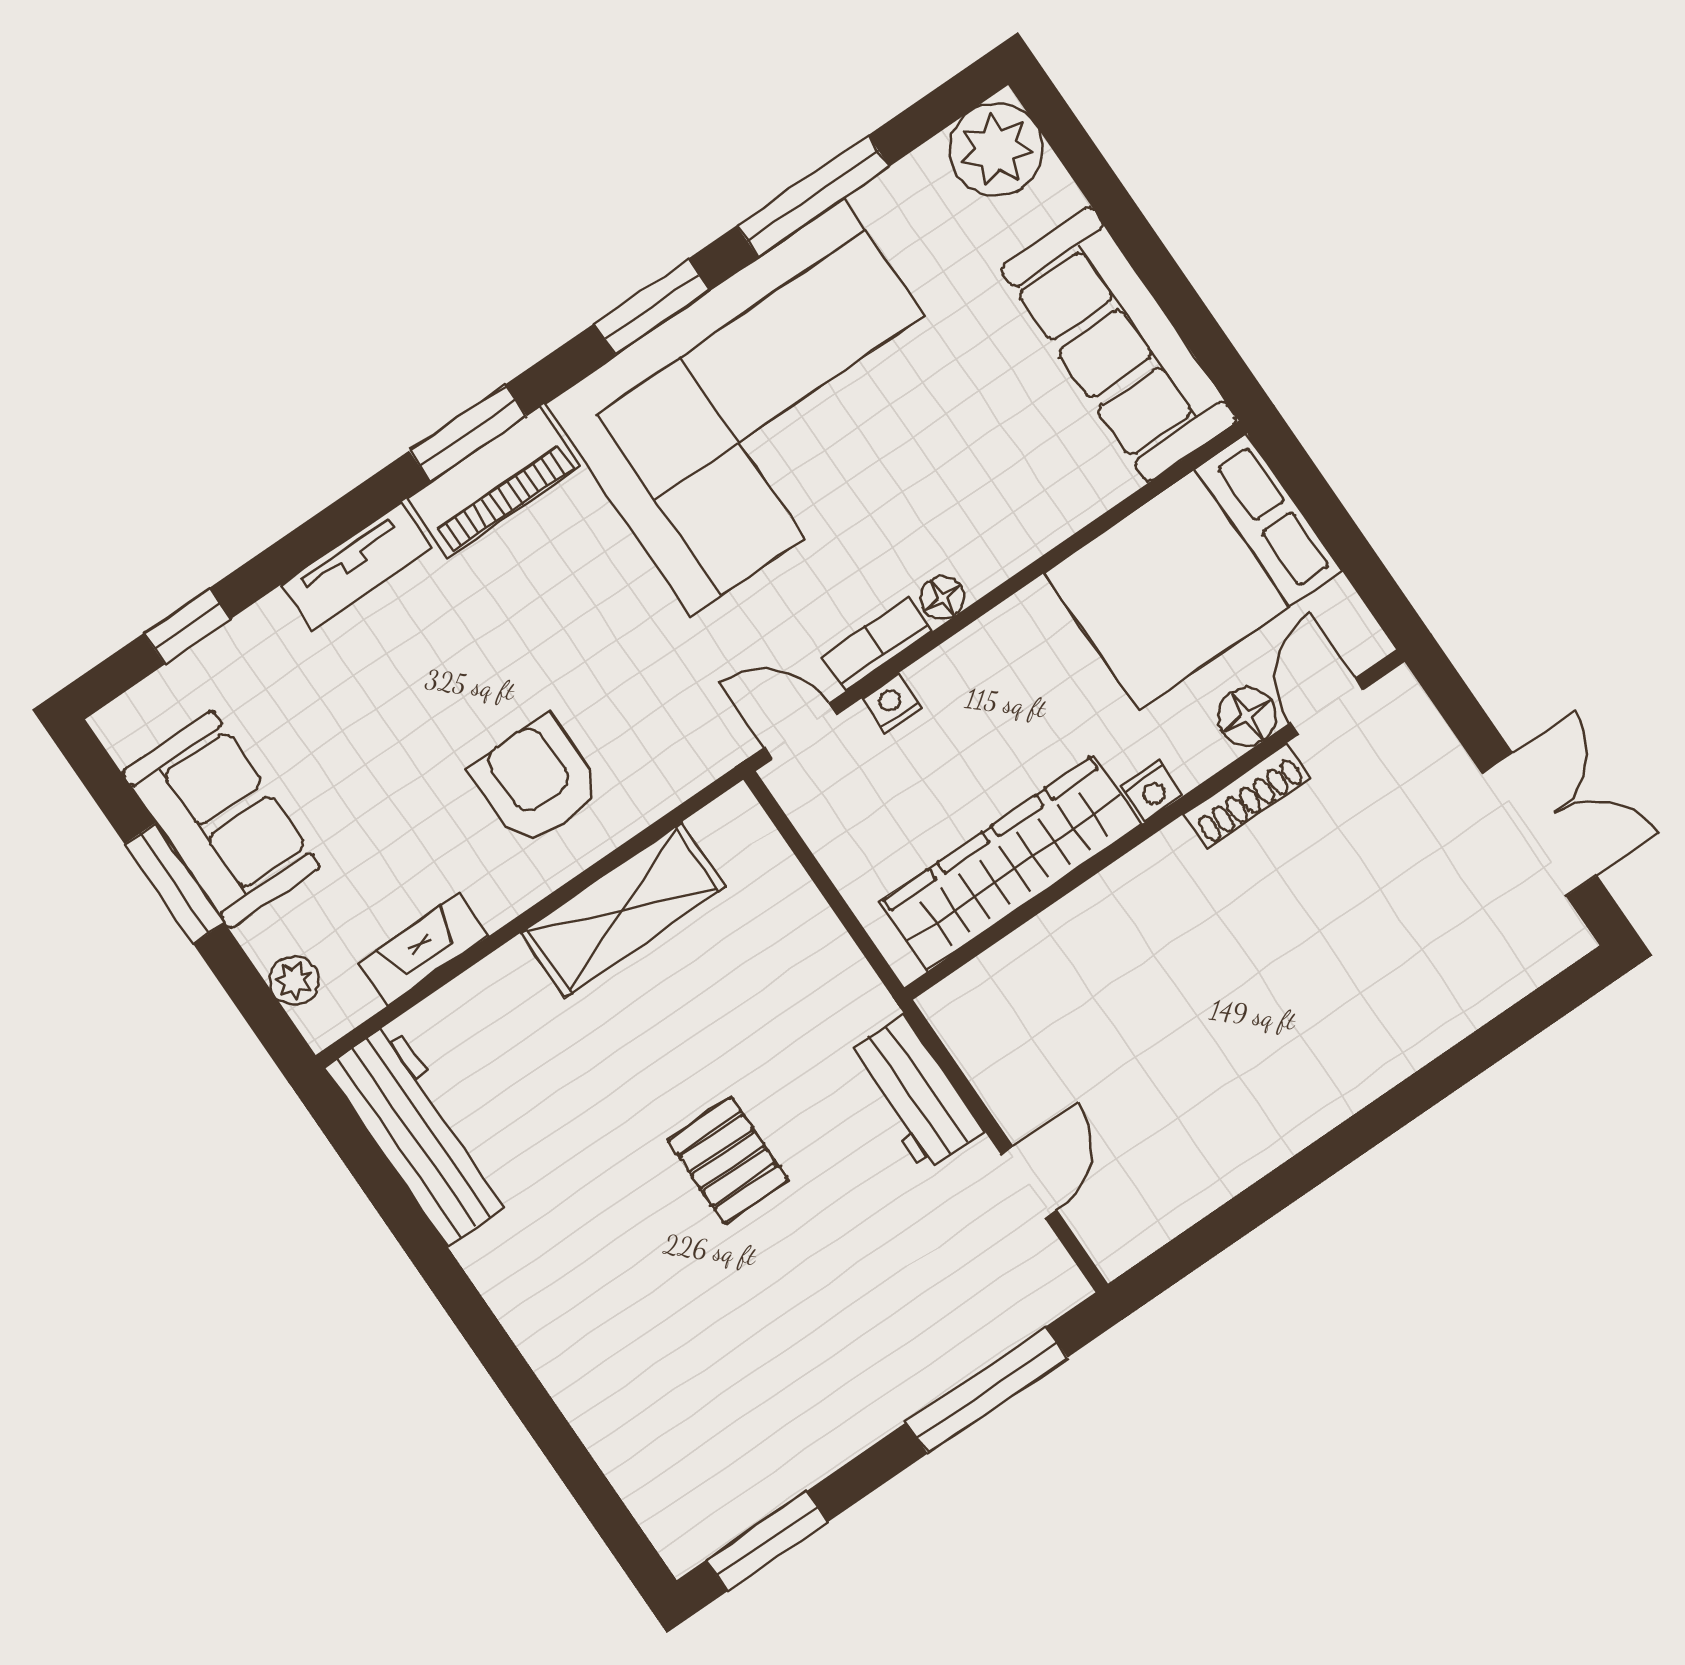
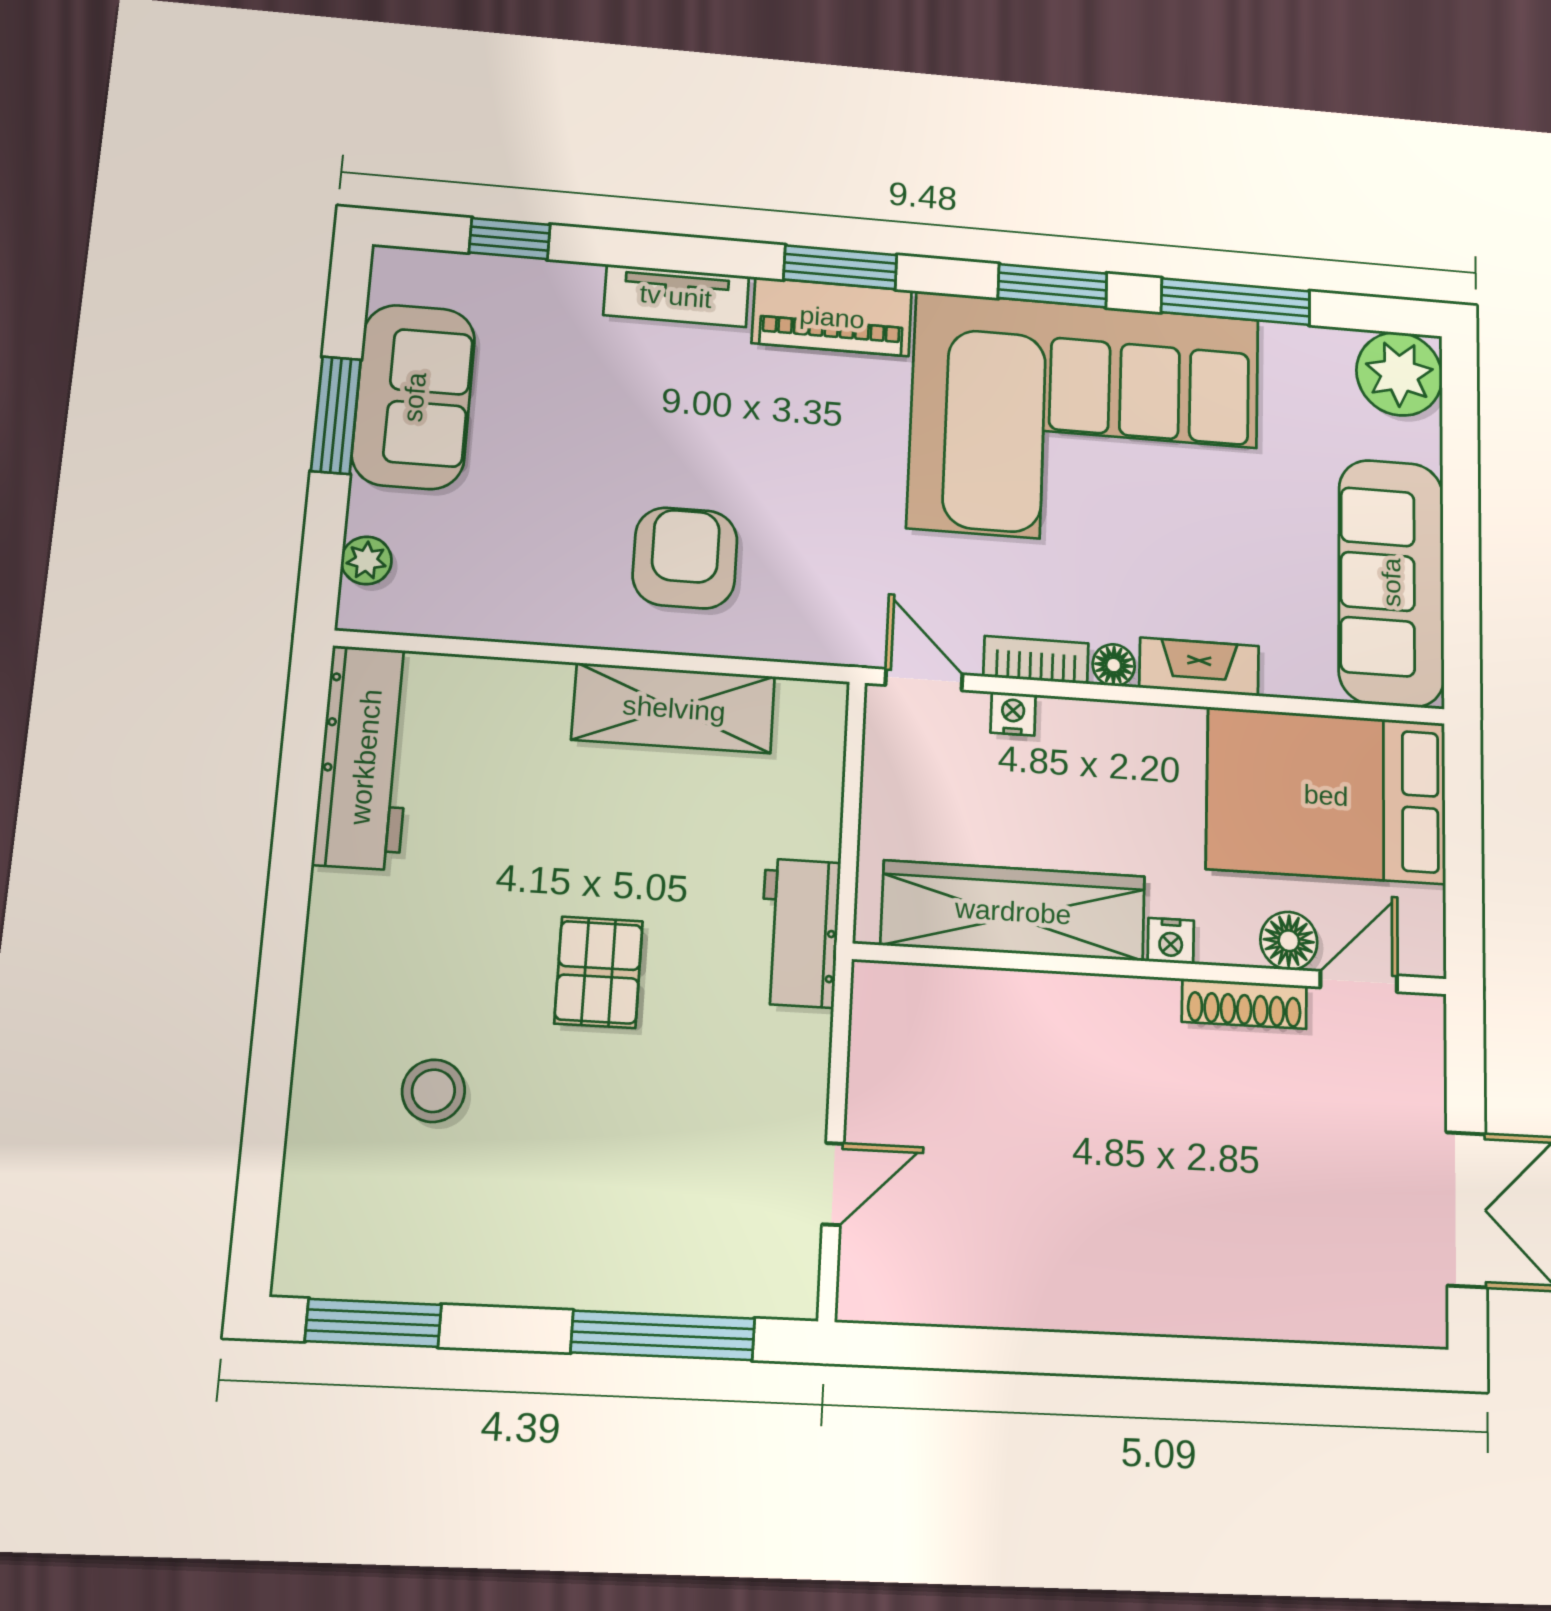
fireplace: (423, 949) -> (1199, 667), moved
workbench: (914, 1093) -> (800, 933), moved
stool: (675, 1343) -> (433, 1091), added

